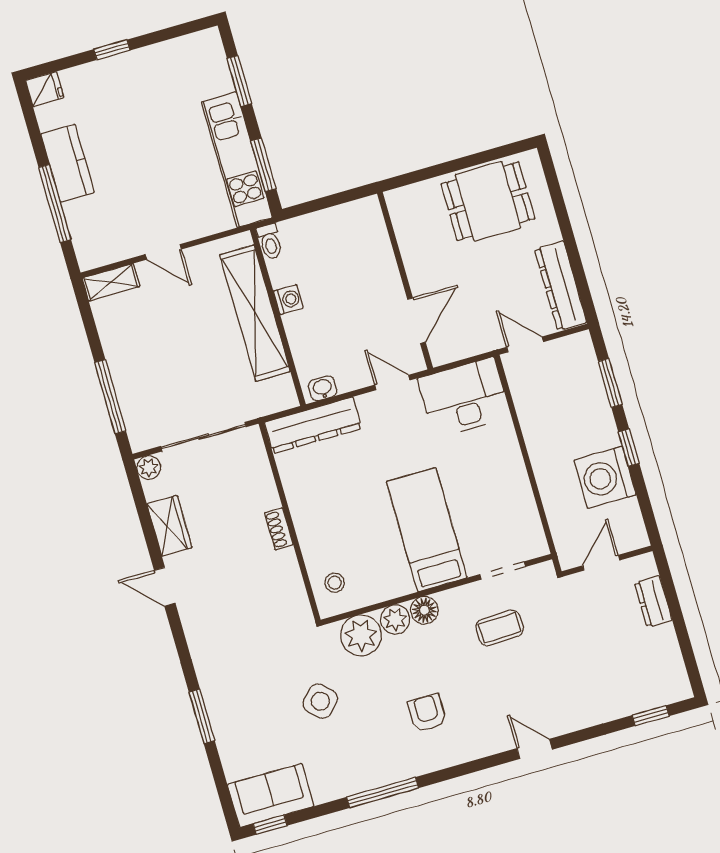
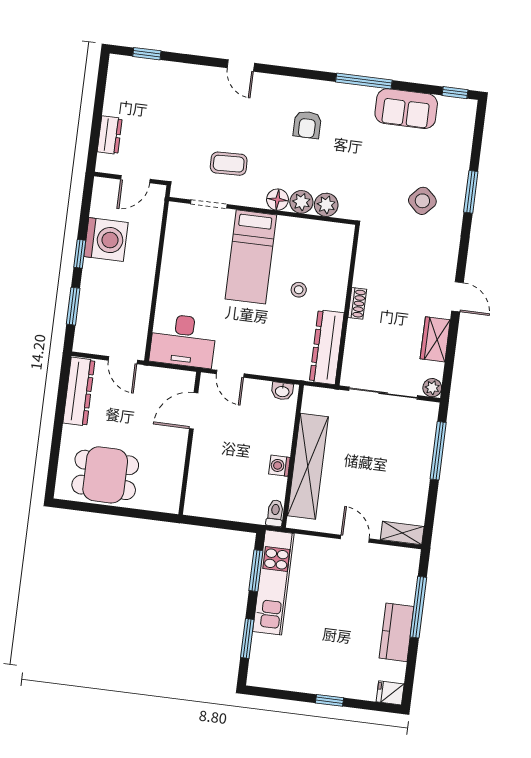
dresser: (313, 425) -> (327, 347), moved, turned -90
stool: (335, 583) -> (299, 290), moved
plant: (361, 635) -> (326, 205), width x0.73, depth x0.73
side table: (320, 701) -> (422, 201), moved
sofa: (271, 795) -> (406, 109), moved

